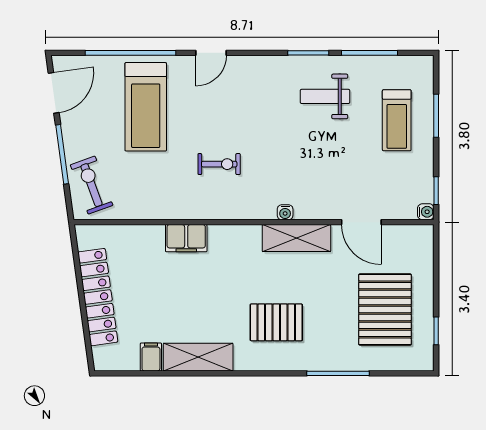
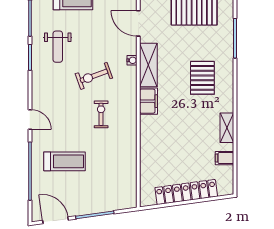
treadmill: (146, 107) -> (64, 161), width x0.73, depth x0.73
exercise bike: (92, 185) -> (94, 76), moved
water cooler: (285, 212) -> (132, 60), moved
door: (361, 222) -> (138, 23), swing flipped
filing cabinet: (186, 238) -> (149, 101), moved
shelving: (198, 357) -> (227, 128), width x0.67, depth x0.75

